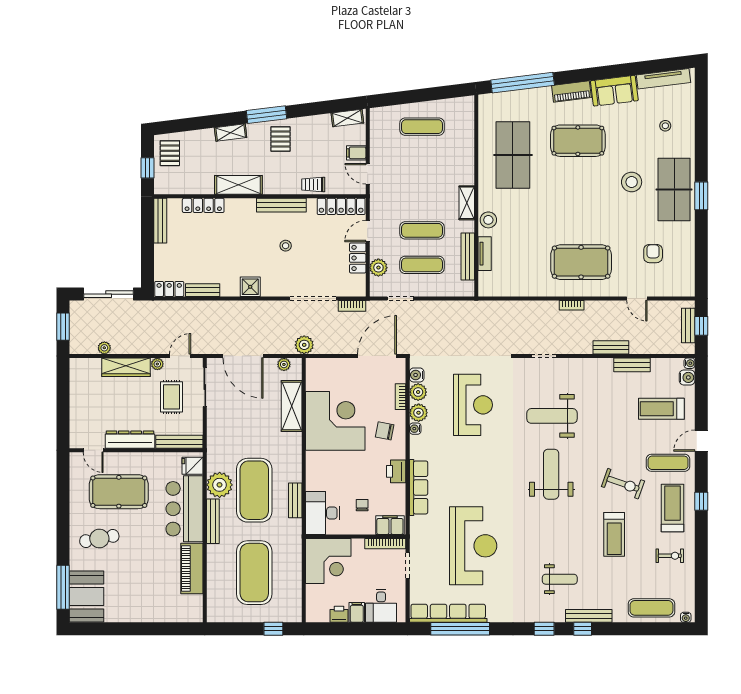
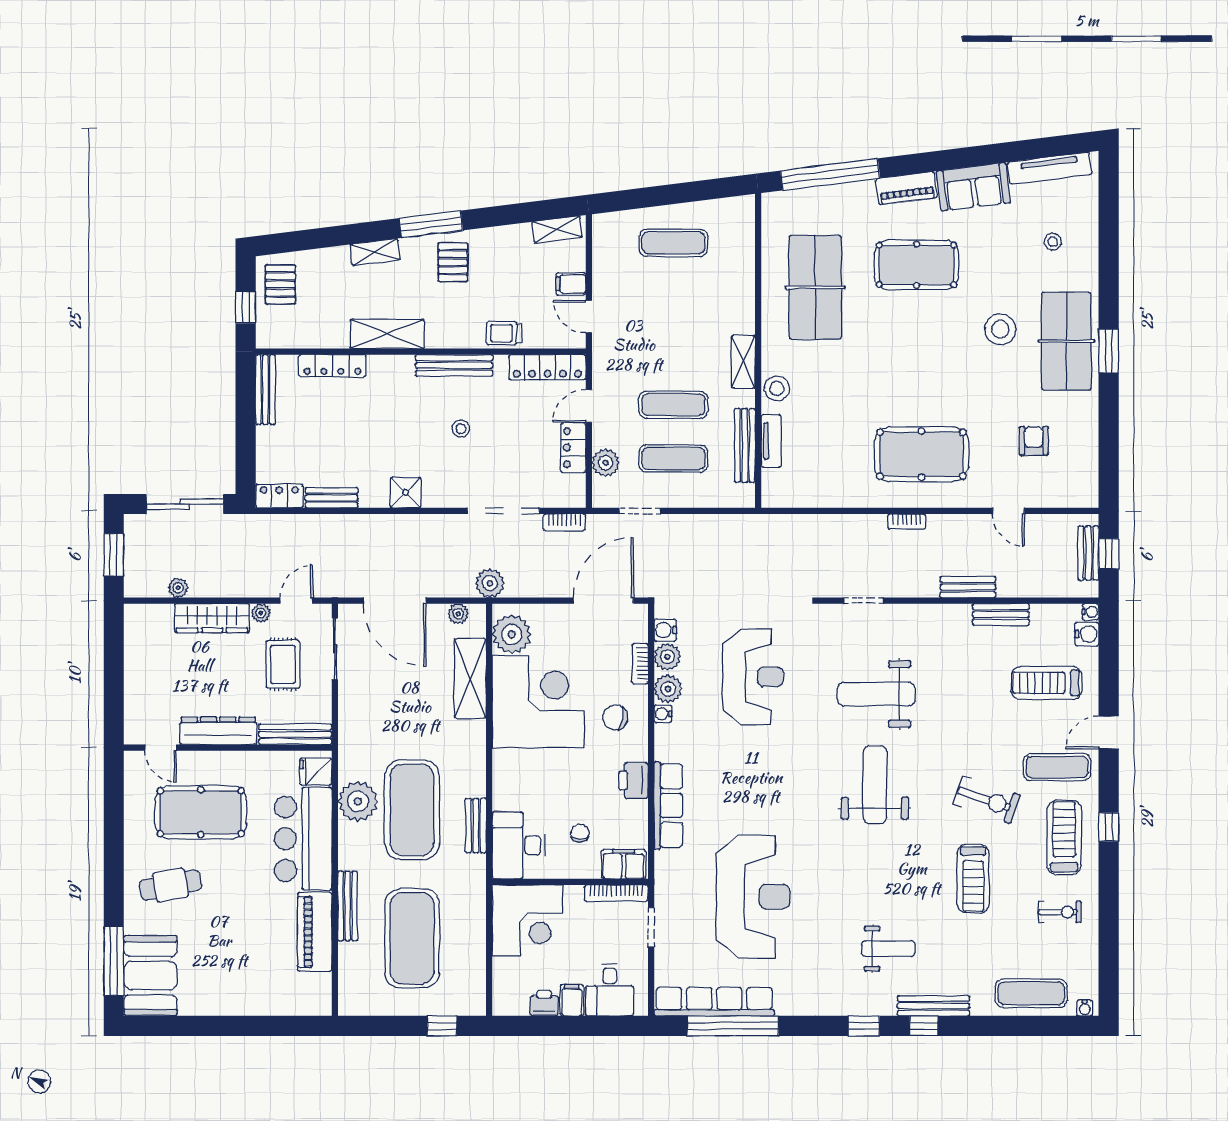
plant: (318, 378) -> (512, 634), added
bench: (213, 521) -> (348, 906), moved

